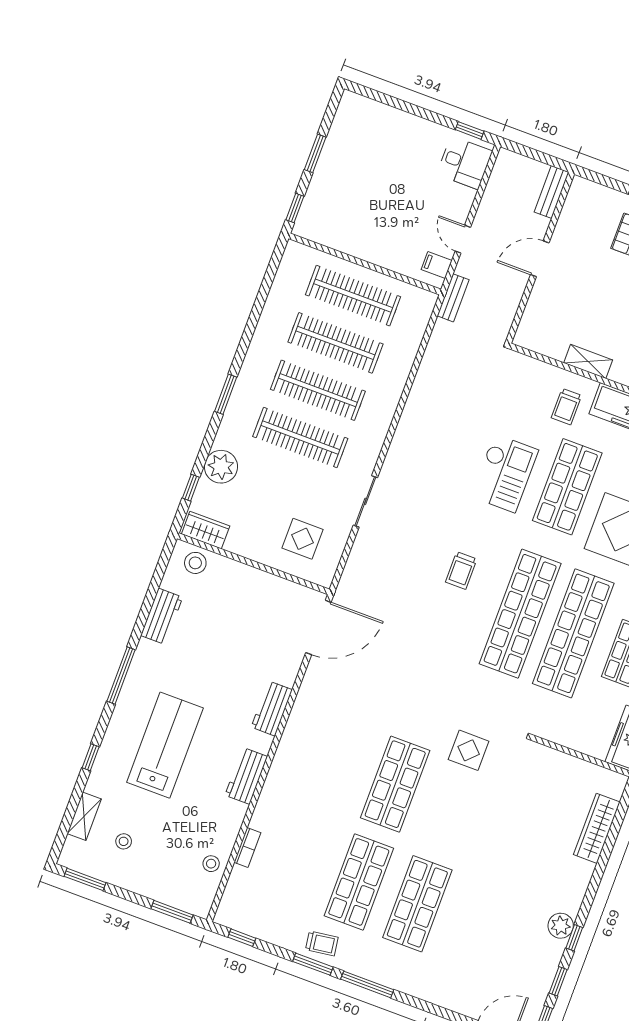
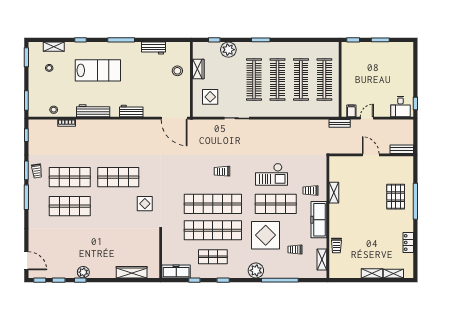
wardrobe: (206, 530) -> (198, 69), moved
stool: (195, 563) -> (177, 71), moved
workbench: (246, 776) -> (93, 111), width x1.38

